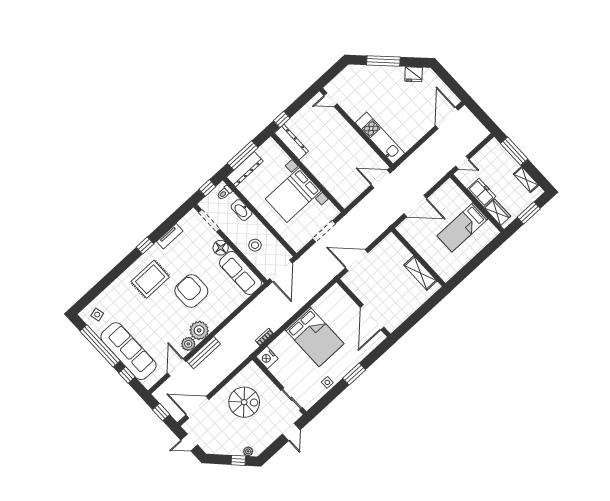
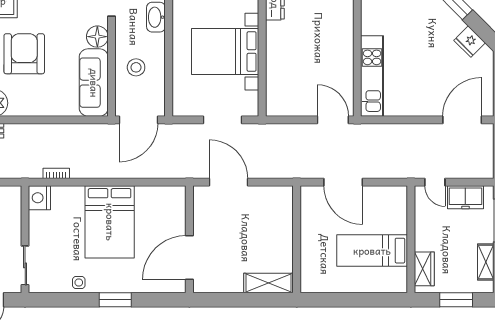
freezer: (481, 193) -> (465, 197), moved, turned 90
shelving: (420, 273) -> (269, 283), moved, turned 90

